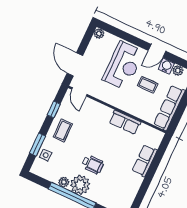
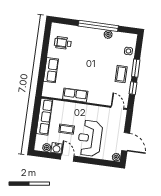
door: (157, 51) -> (67, 158), hinge flipped
door: (75, 64) -> (126, 142), moved
window: (37, 145) -> (136, 68), moved
wheelchair: (93, 164) -> (63, 43), moved
plant: (80, 185) -> (95, 36), removed

